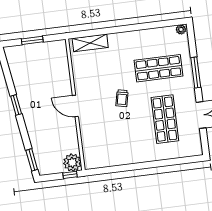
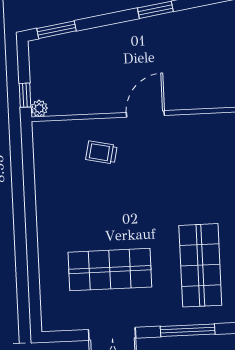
trolley: (122, 98) -> (101, 152), moved
plant: (72, 163) -> (39, 108), width x0.53, depth x0.53

